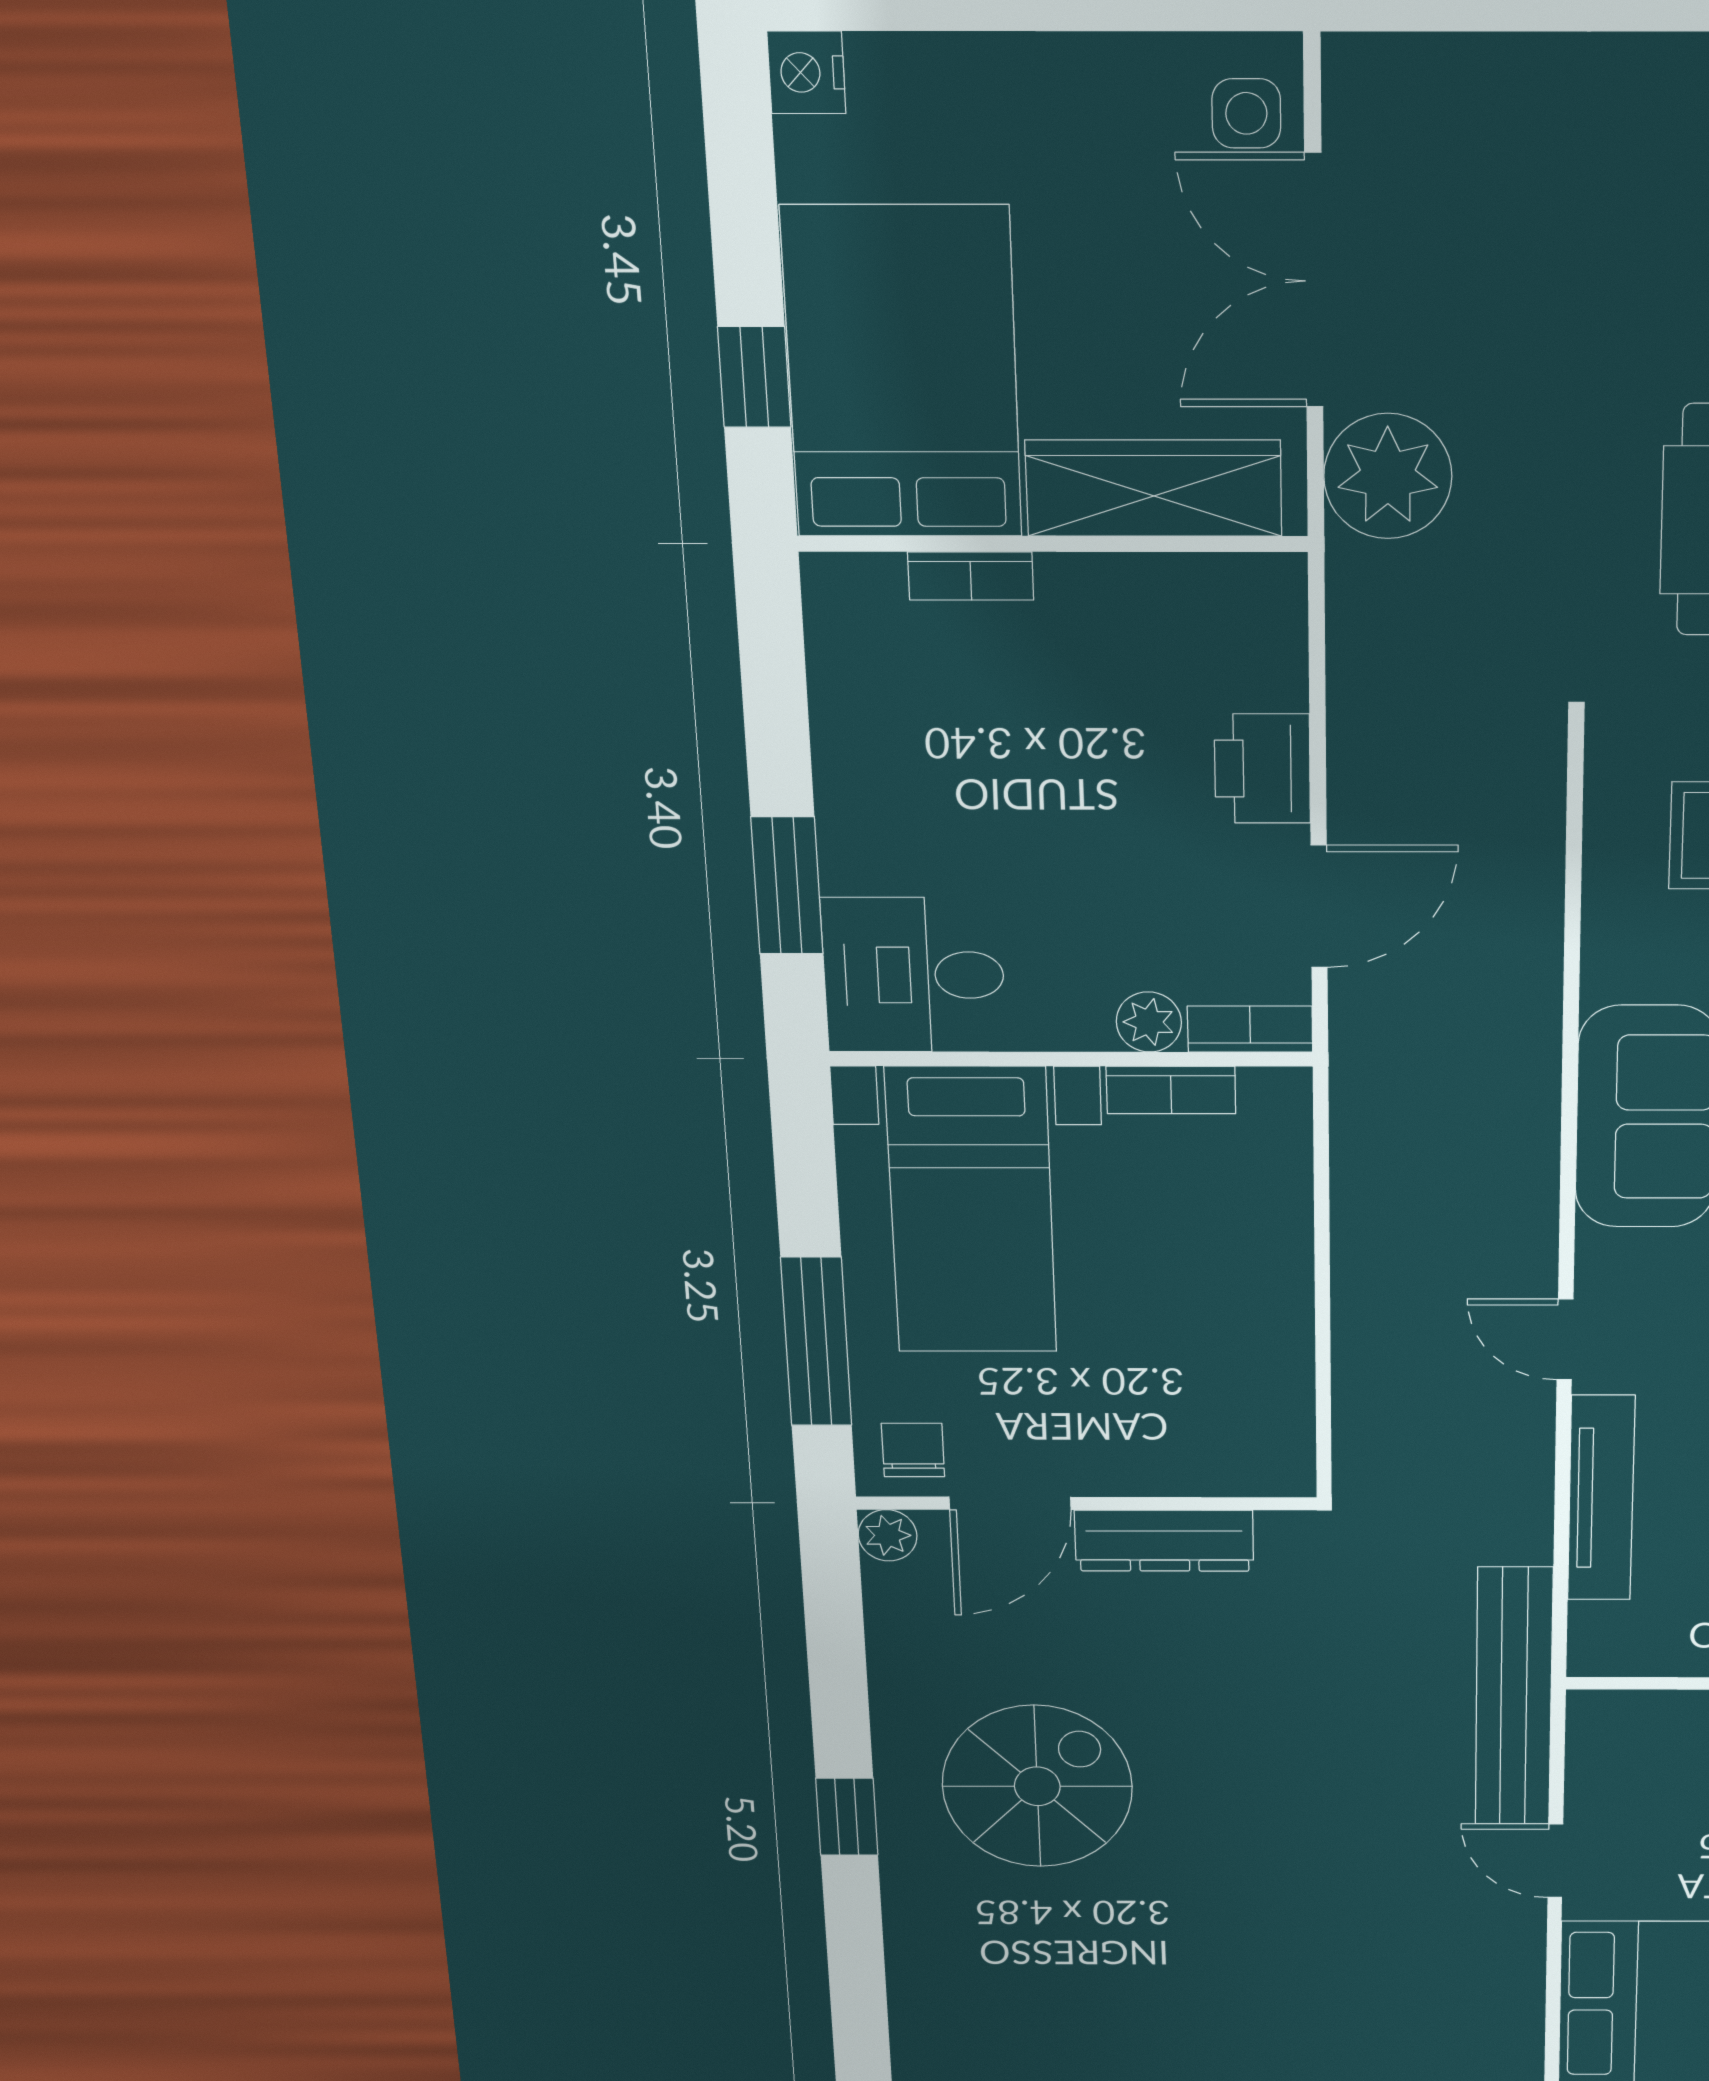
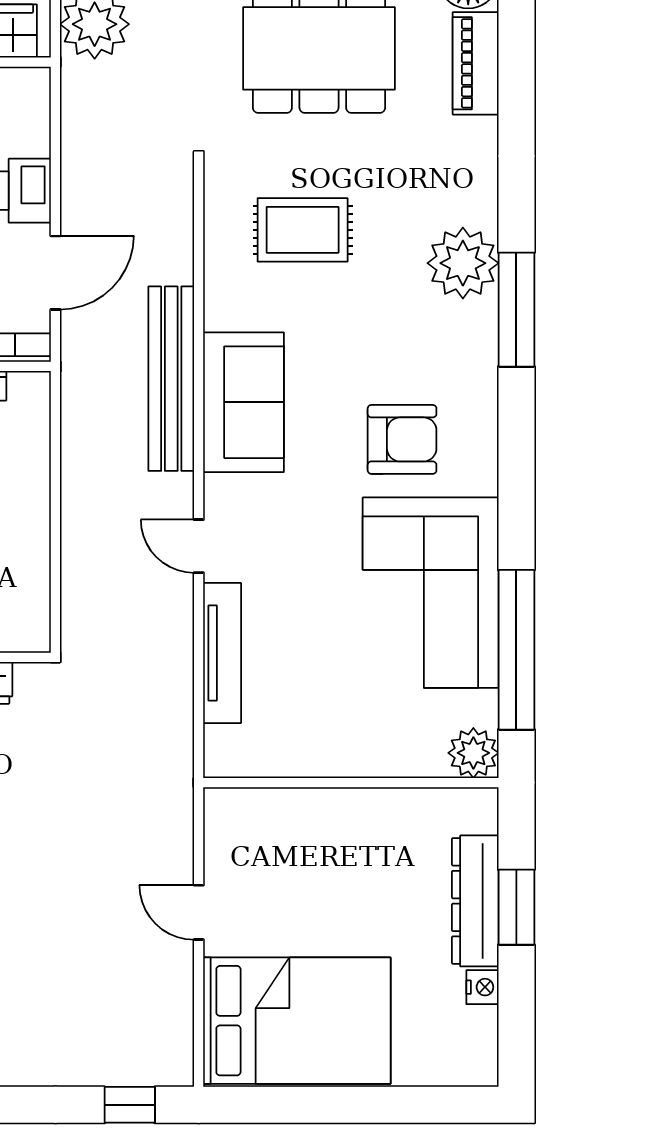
bench: (1514, 1697) -> (171, 379), moved

